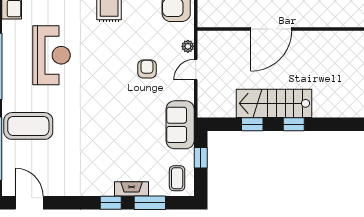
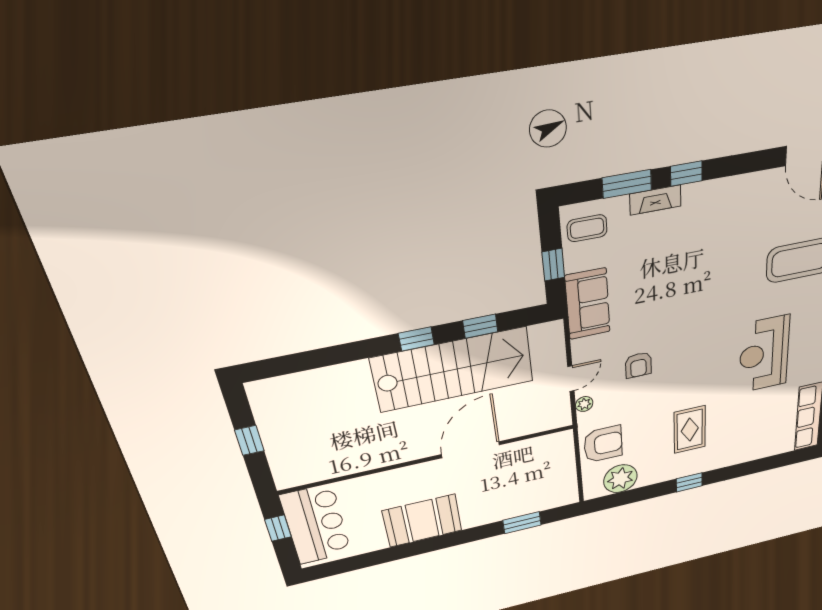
stairs: (274, 103) -> (453, 370), width x1.36, depth x1.51
coffee table: (177, 178) -> (587, 228), turned 90

